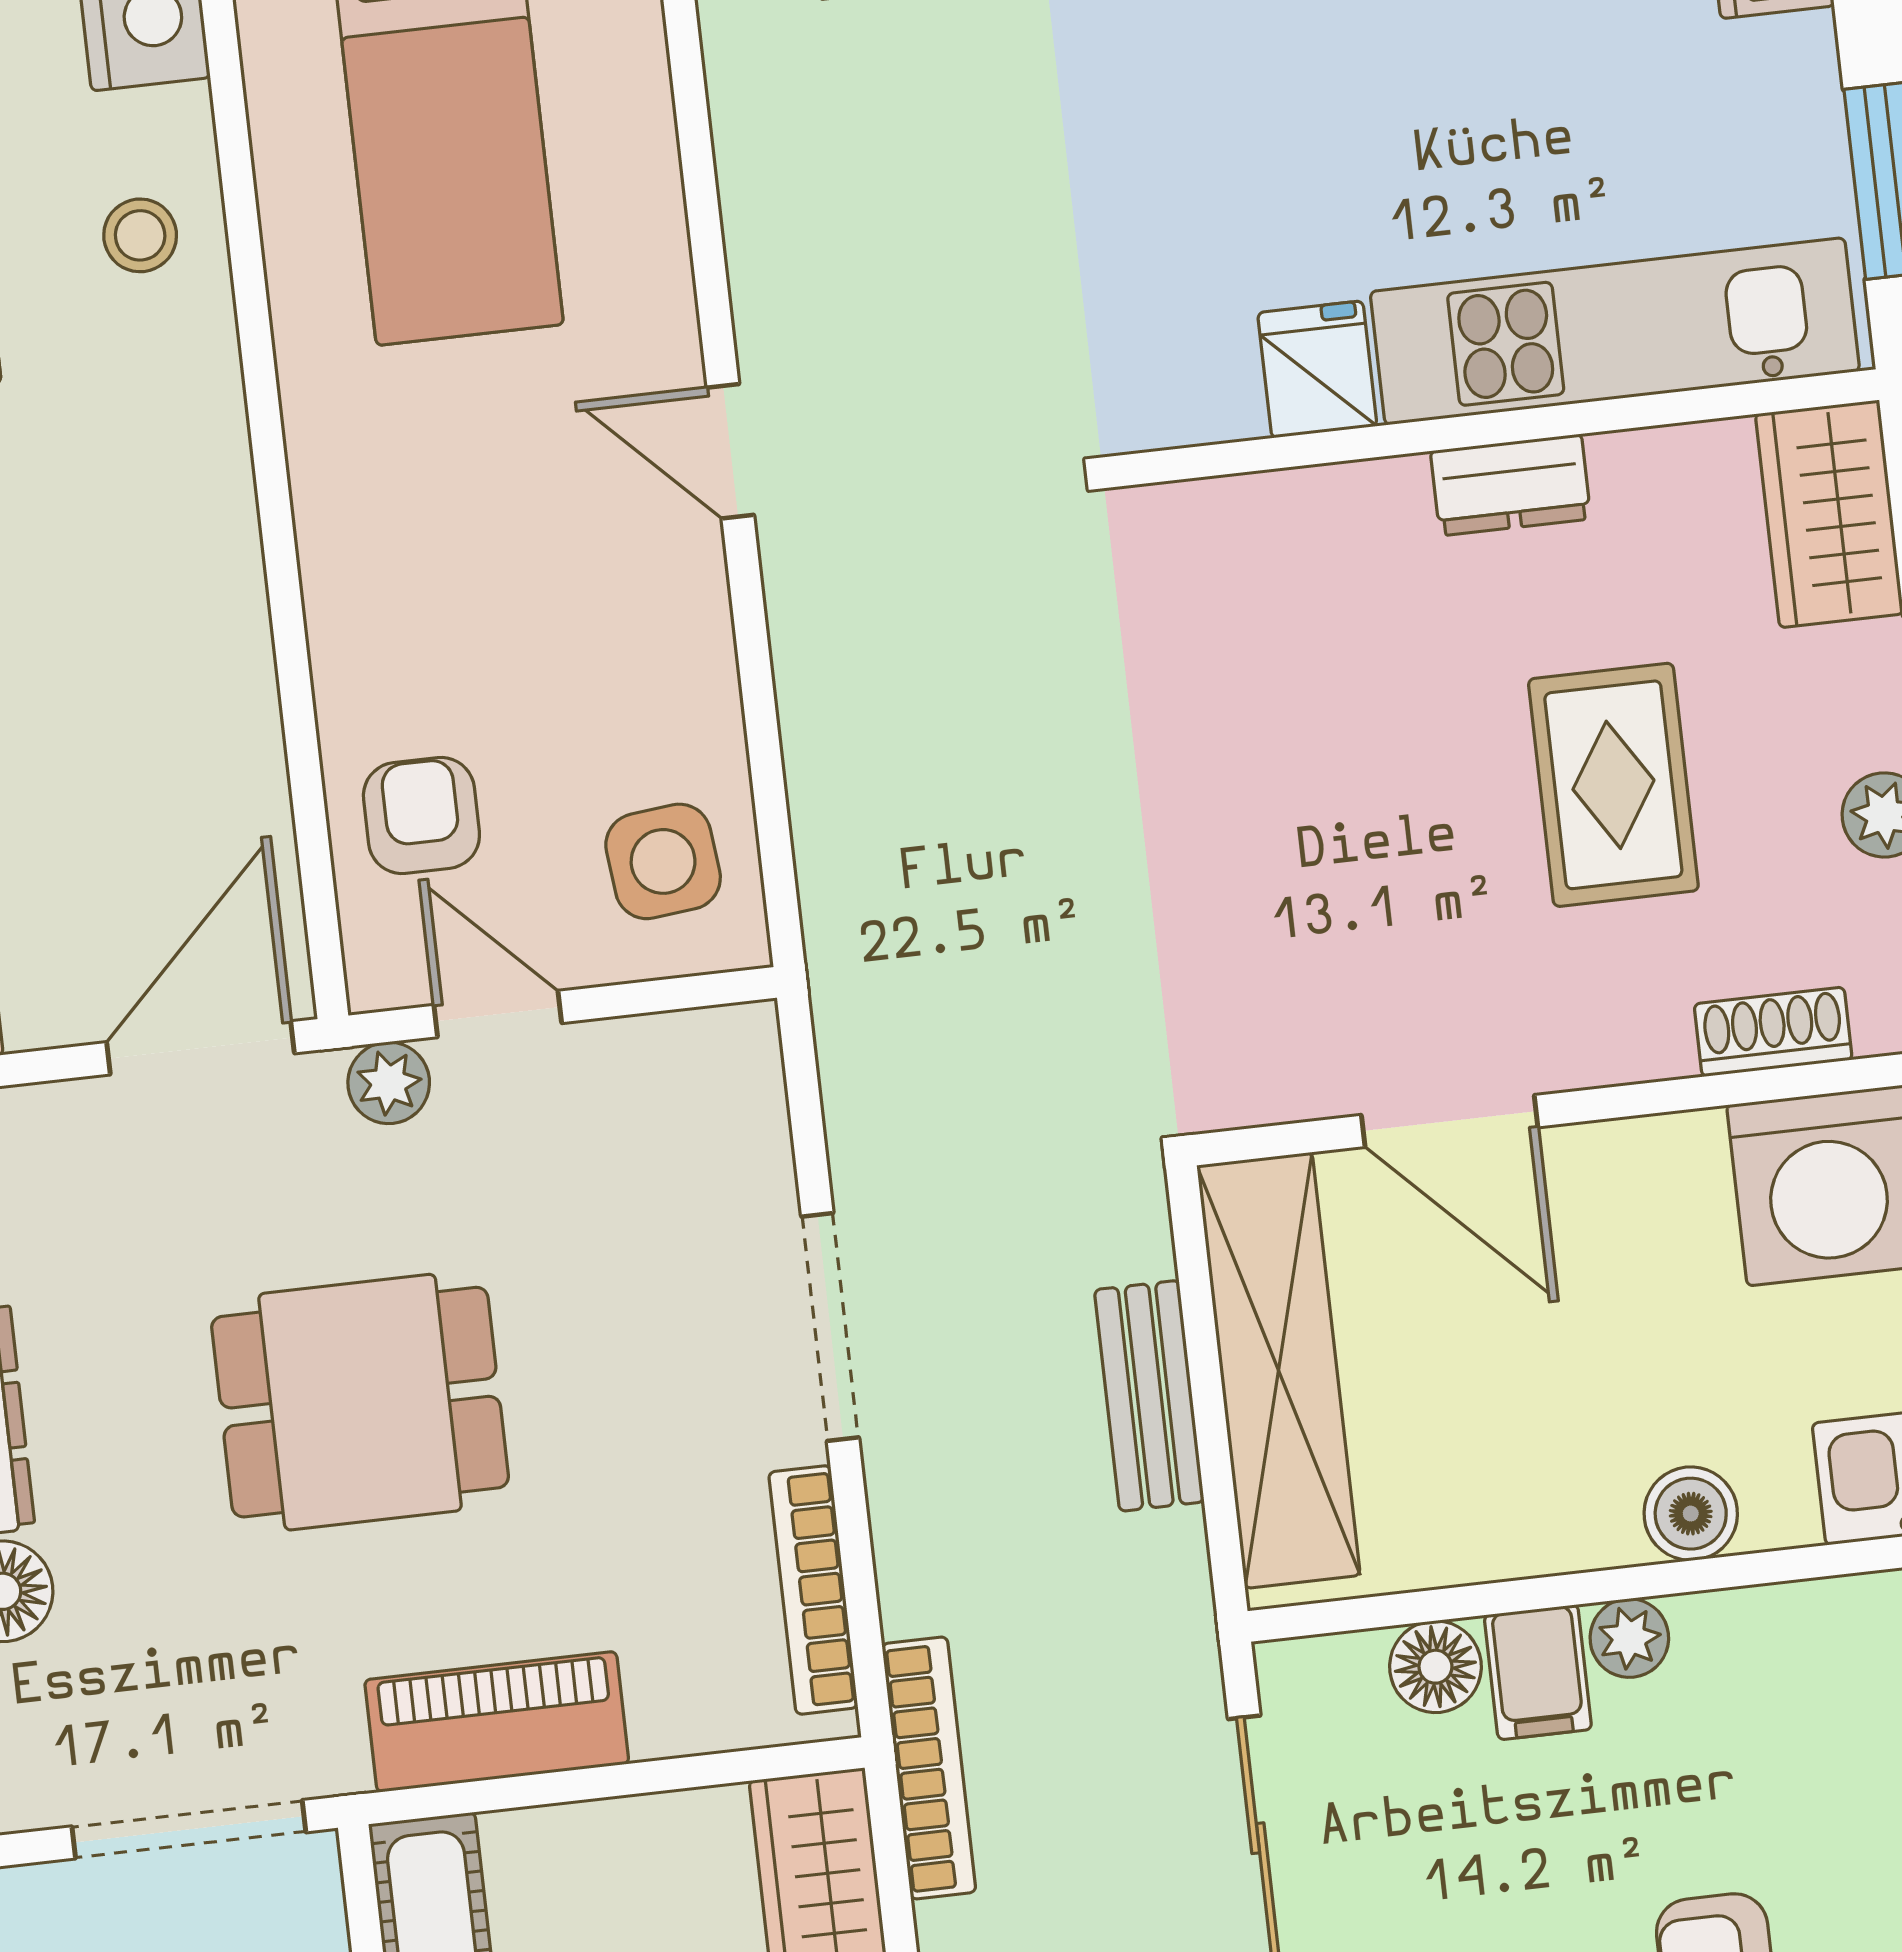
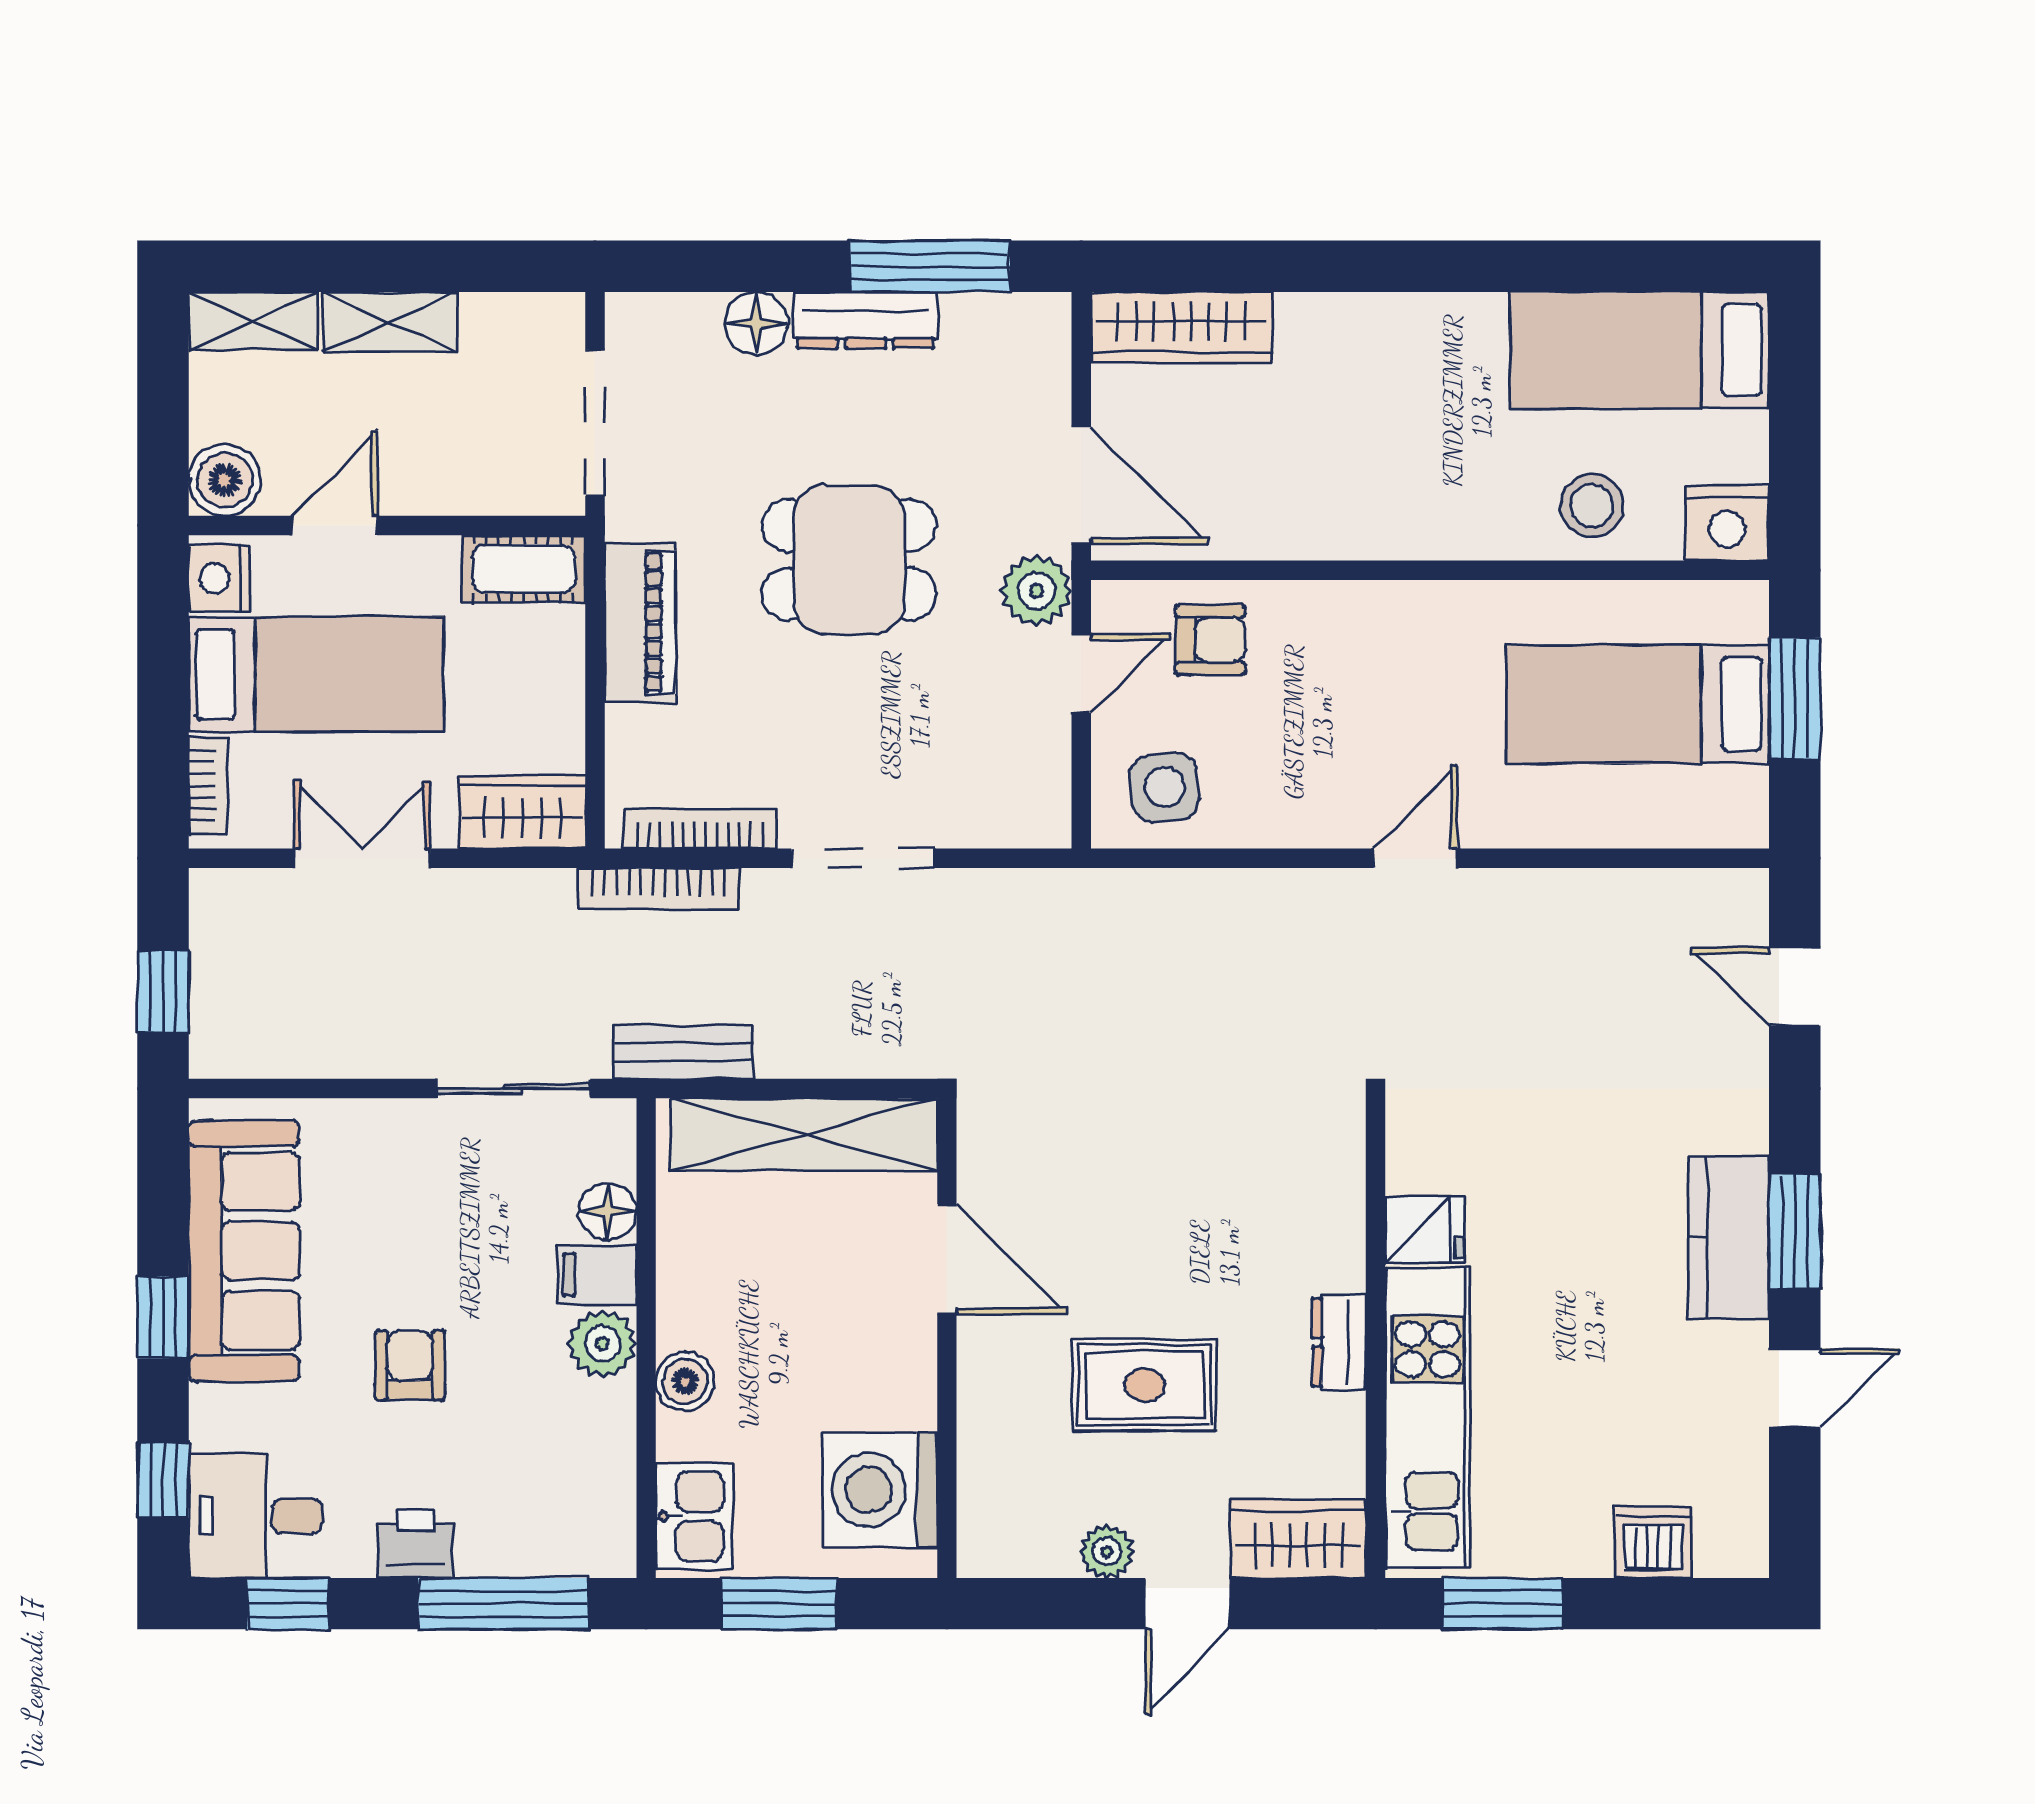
stool: (140, 235) -> (1592, 506), width x1.37, depth x1.37
shoe rack: (1773, 1032) -> (980, 1467), removed
plant: (389, 1083) -> (1036, 591), width x1.38, depth x1.38
door: (1450, 1121) -> (947, 1259), swing flipped
bench: (1149, 1396) -> (683, 1052), moved
dining table: (360, 1402) -> (849, 560), turned 90
plant: (1629, 1638) -> (603, 1344), width x1.38, depth x1.38
bookcase: (929, 1768) -> (659, 888), moved

